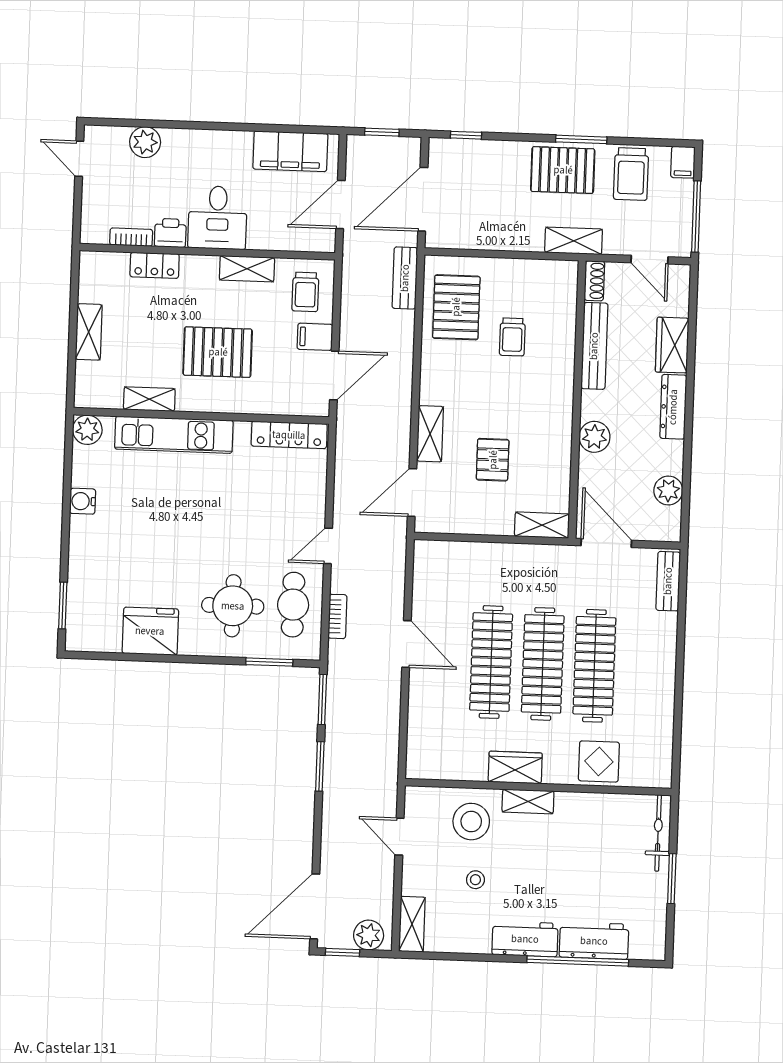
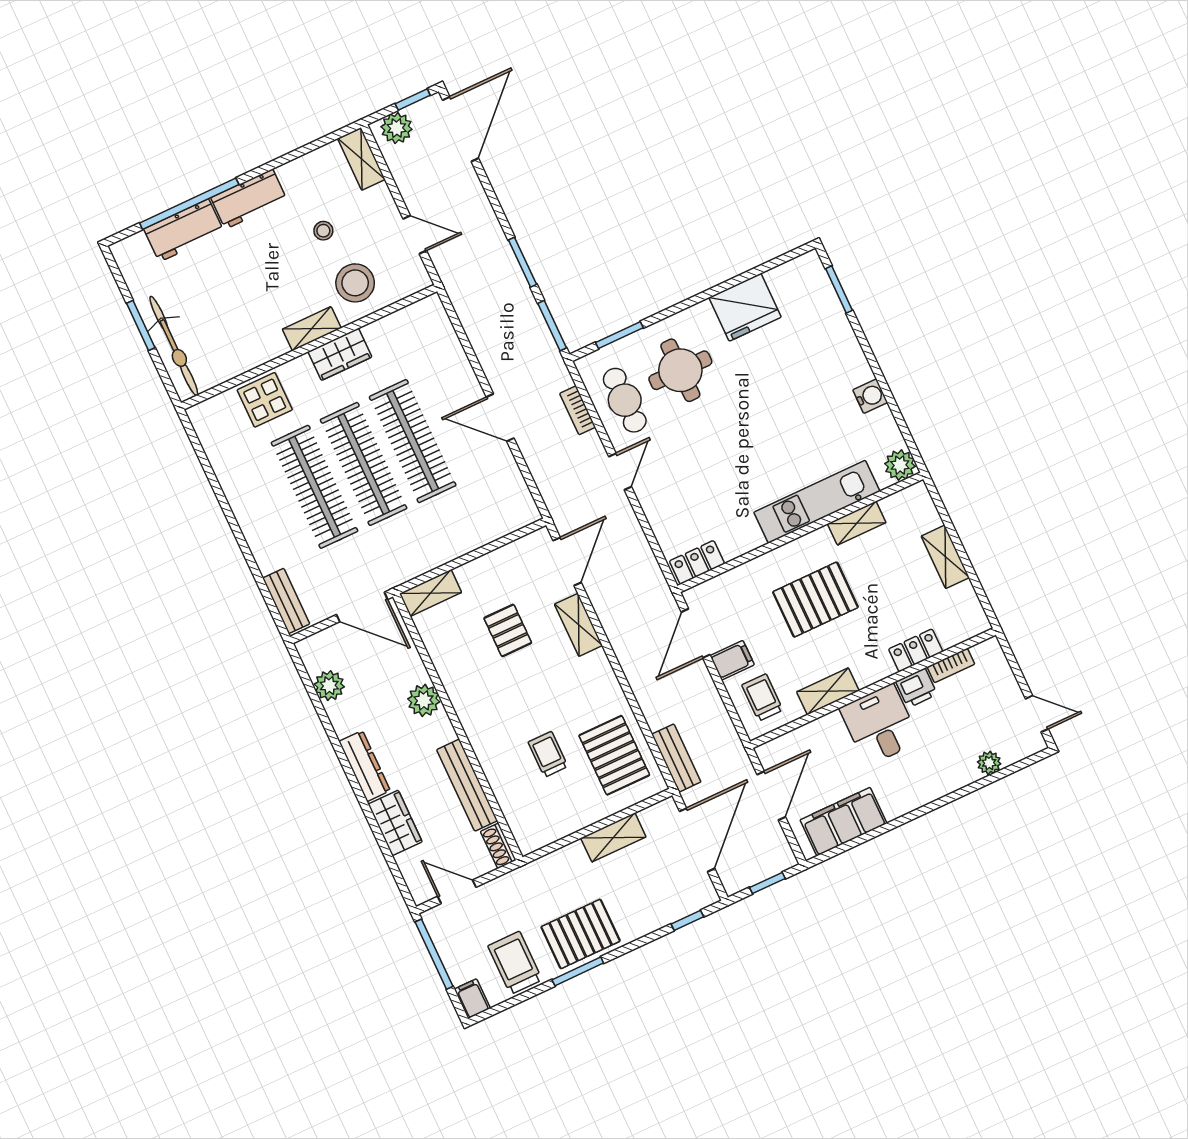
plant: (145, 142) -> (989, 763), width x0.73, depth x0.73
shelving: (574, 241) -> (613, 837), moved
locker: (289, 435) -> (697, 562), width x0.66
bicycle: (658, 833) -> (174, 346), width x1.37, depth x1.40

